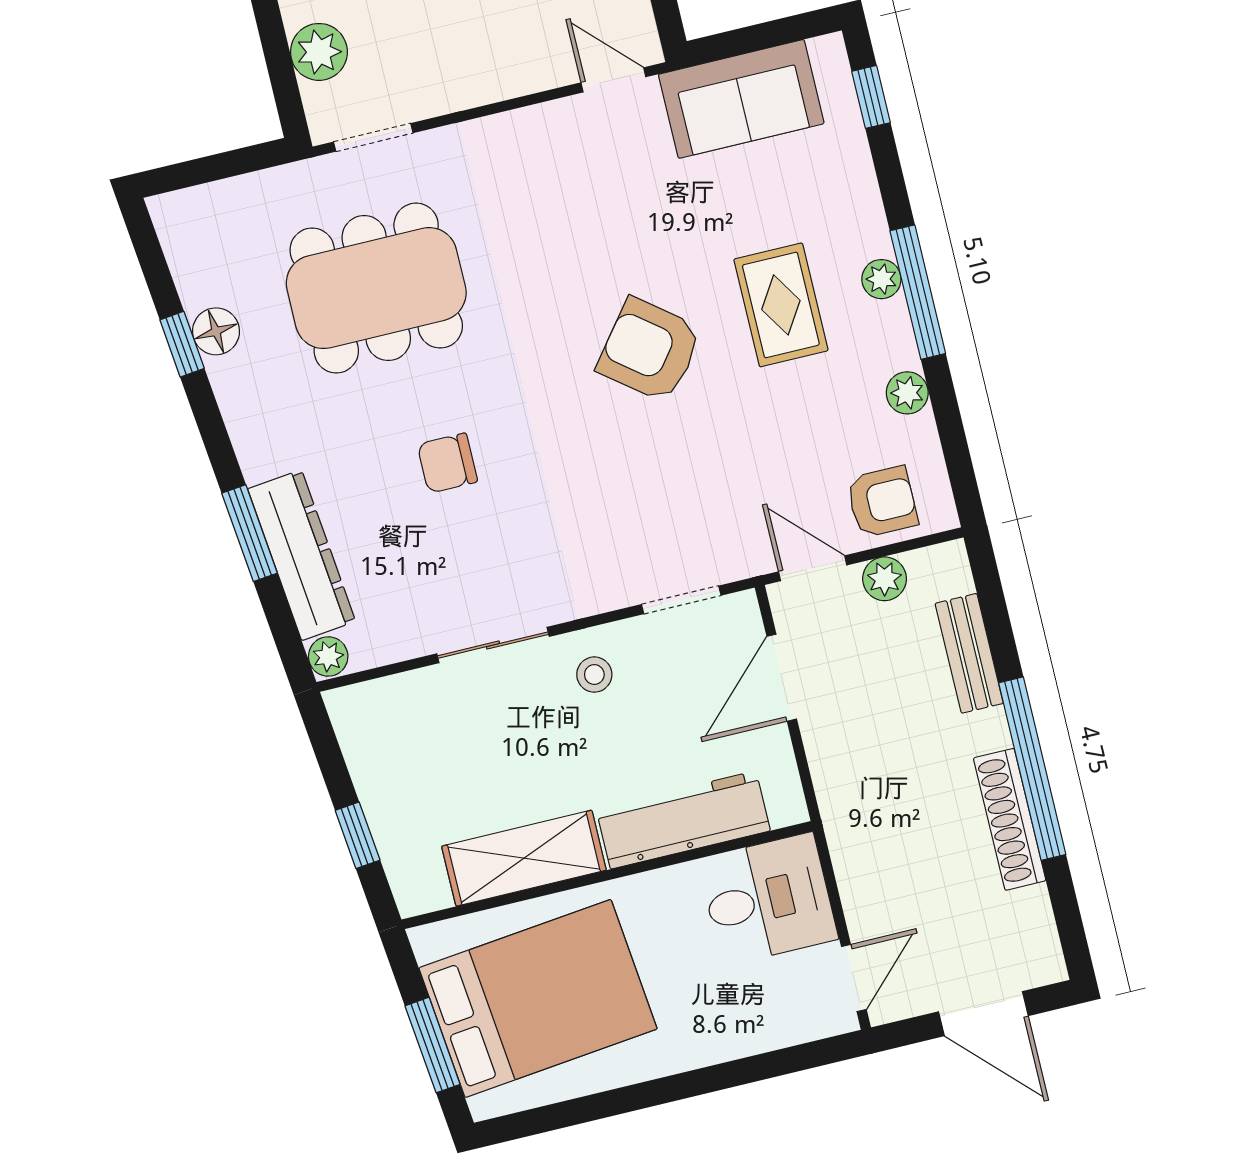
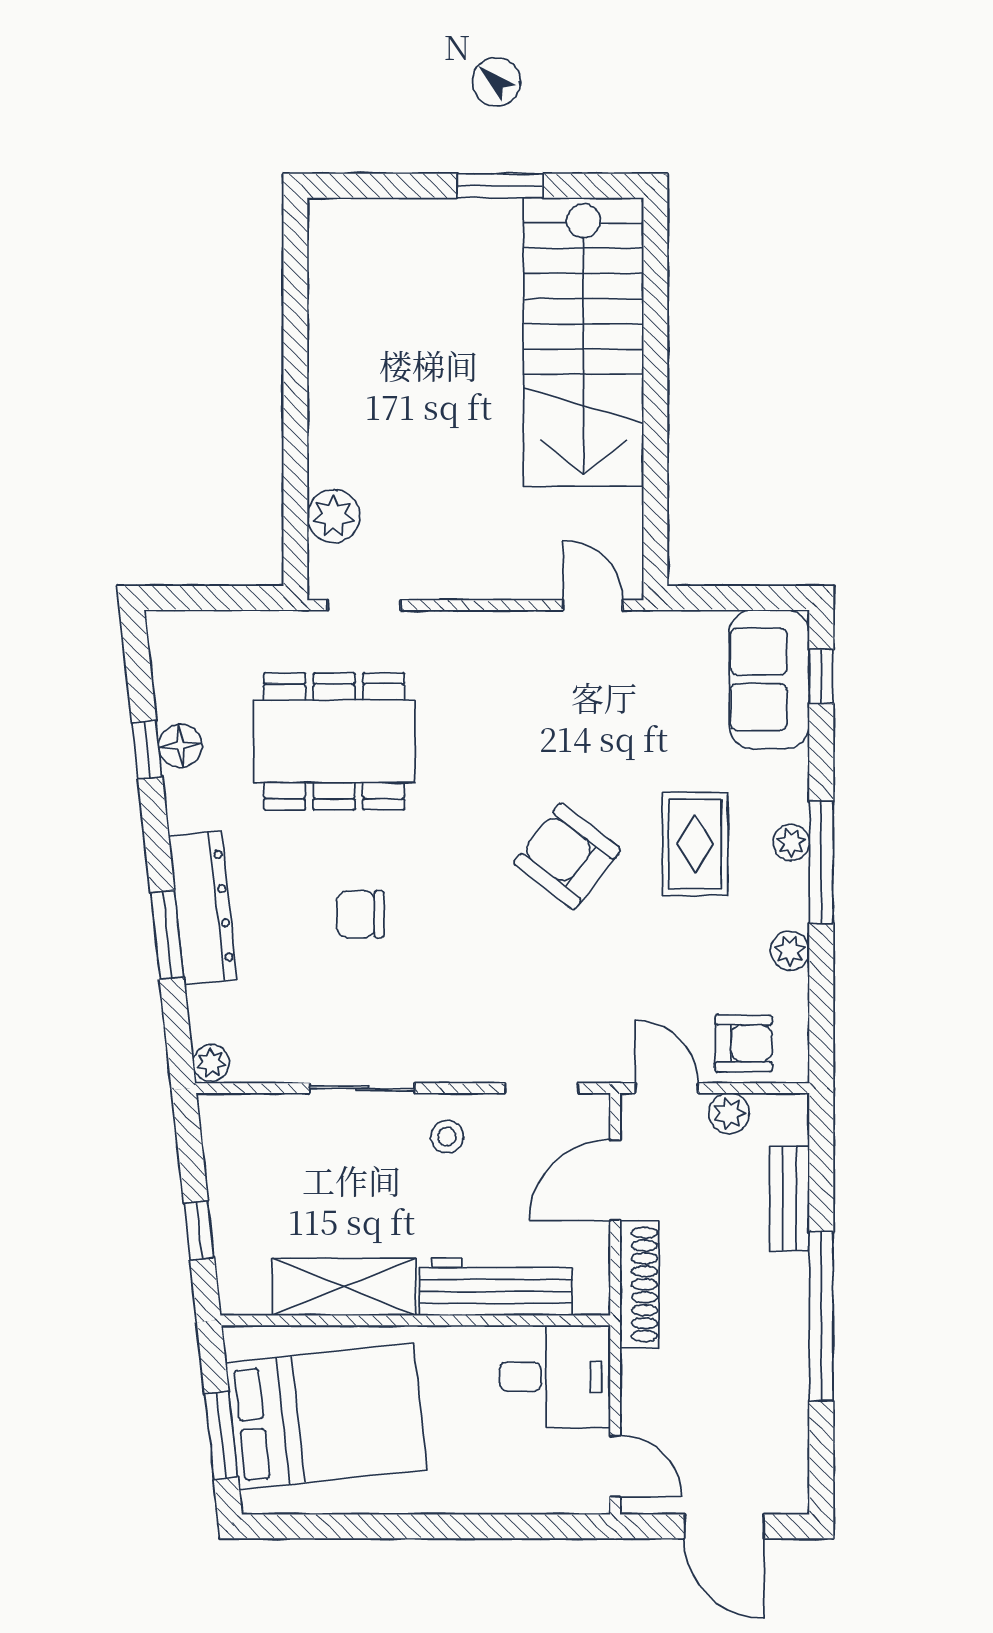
sofa: (741, 99) -> (769, 679), moved, turned 90
dresser: (302, 555) -> (203, 908), moved
shoe rack: (1010, 819) -> (639, 1284), moved, turned 180
door: (854, 978) -> (615, 1466), hinge flipped

